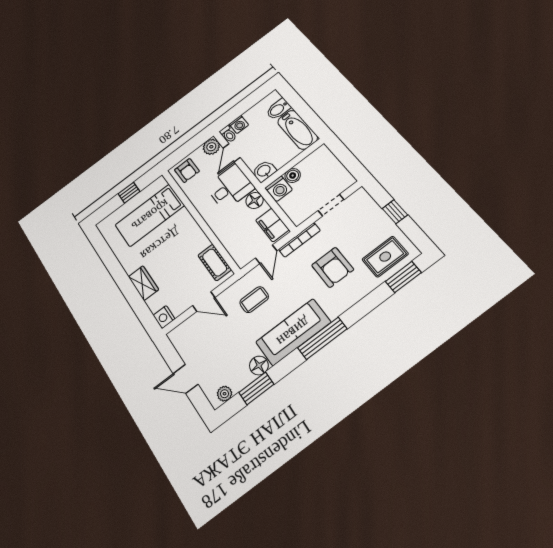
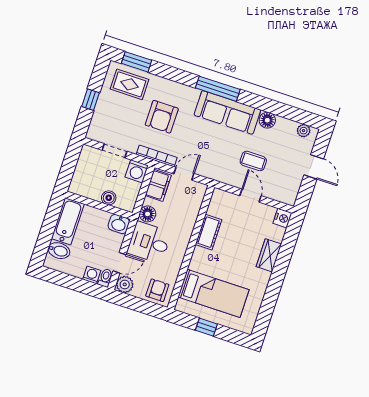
washing machine: (279, 189) -> (137, 171), moved, turned 180
cot: (215, 262) -> (209, 232), moved
armchair: (333, 267) -> (162, 117), turned 180
coffee table: (254, 300) -> (253, 161), moved
window: (256, 388) -> (284, 111), removed

